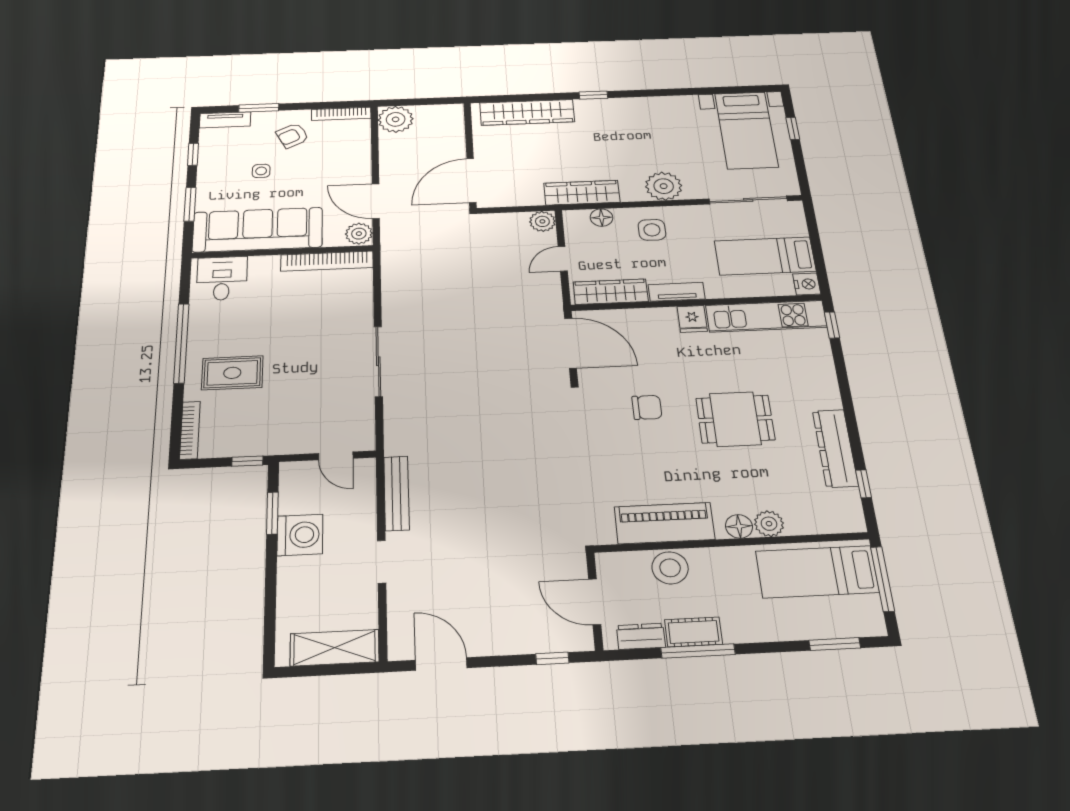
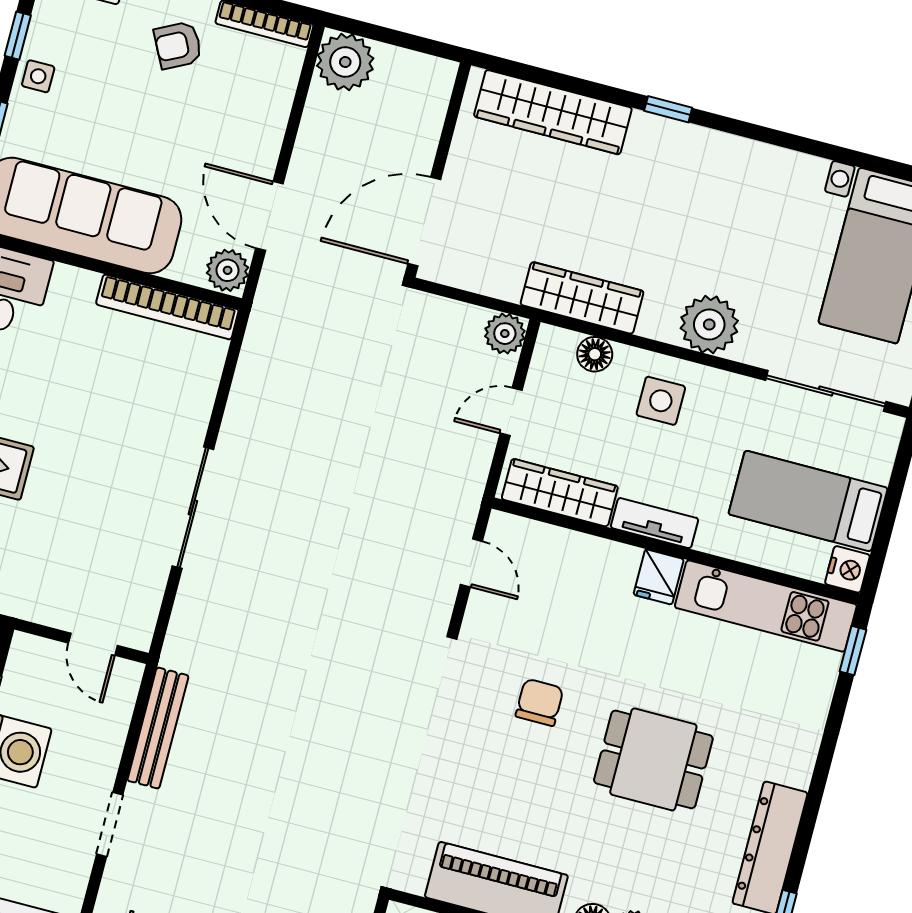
side table: (261, 171) -> (38, 76), moved
door: (571, 343) -> (471, 563), width x0.53
chair: (647, 407) -> (540, 702), turned -90

